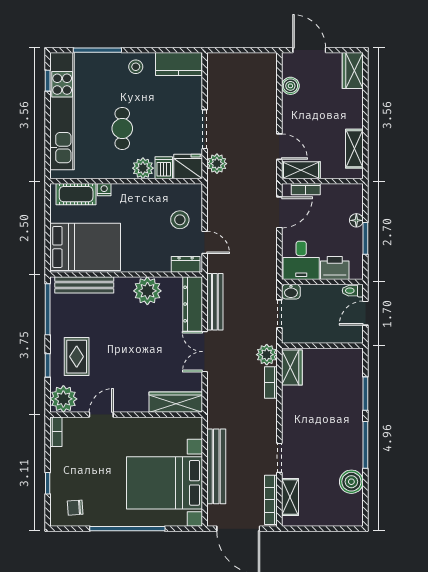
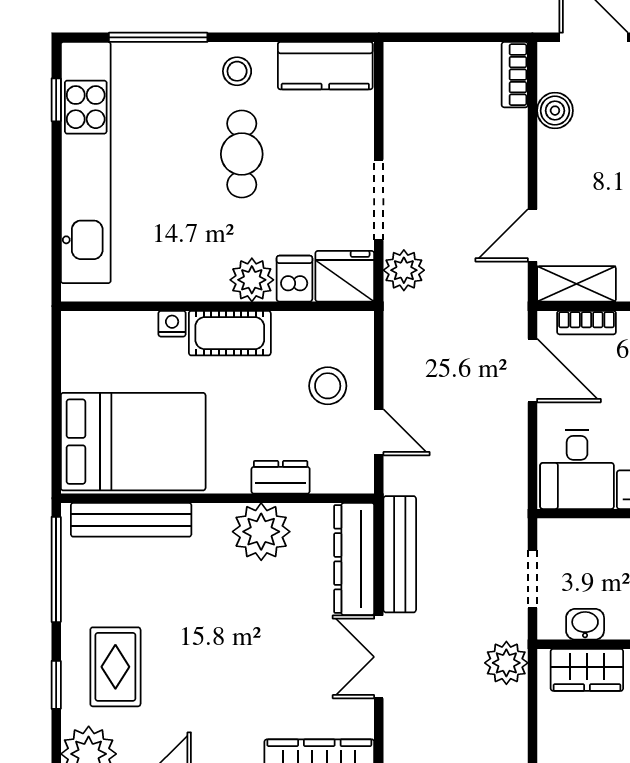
cafe table: (122, 128) -> (242, 154), moved
door: (279, 147) -> (532, 235), swing flipped
cot: (76, 194) -> (230, 333), moved
door: (279, 212) -> (532, 370), hinge flipped
dresser: (186, 264) -> (281, 477), moved
washbasin: (291, 292) -> (585, 624), moved, turned 180
wardrobe: (292, 368) -> (587, 670), moved, turned 90
bookcase: (271, 383) -> (515, 75), moved

